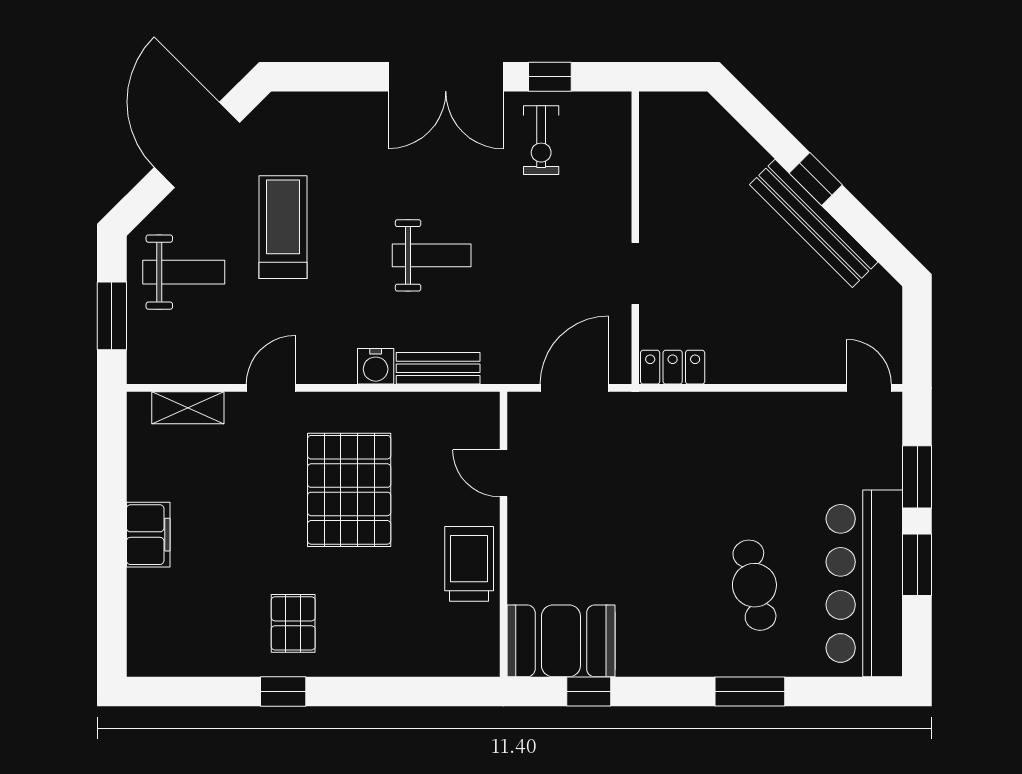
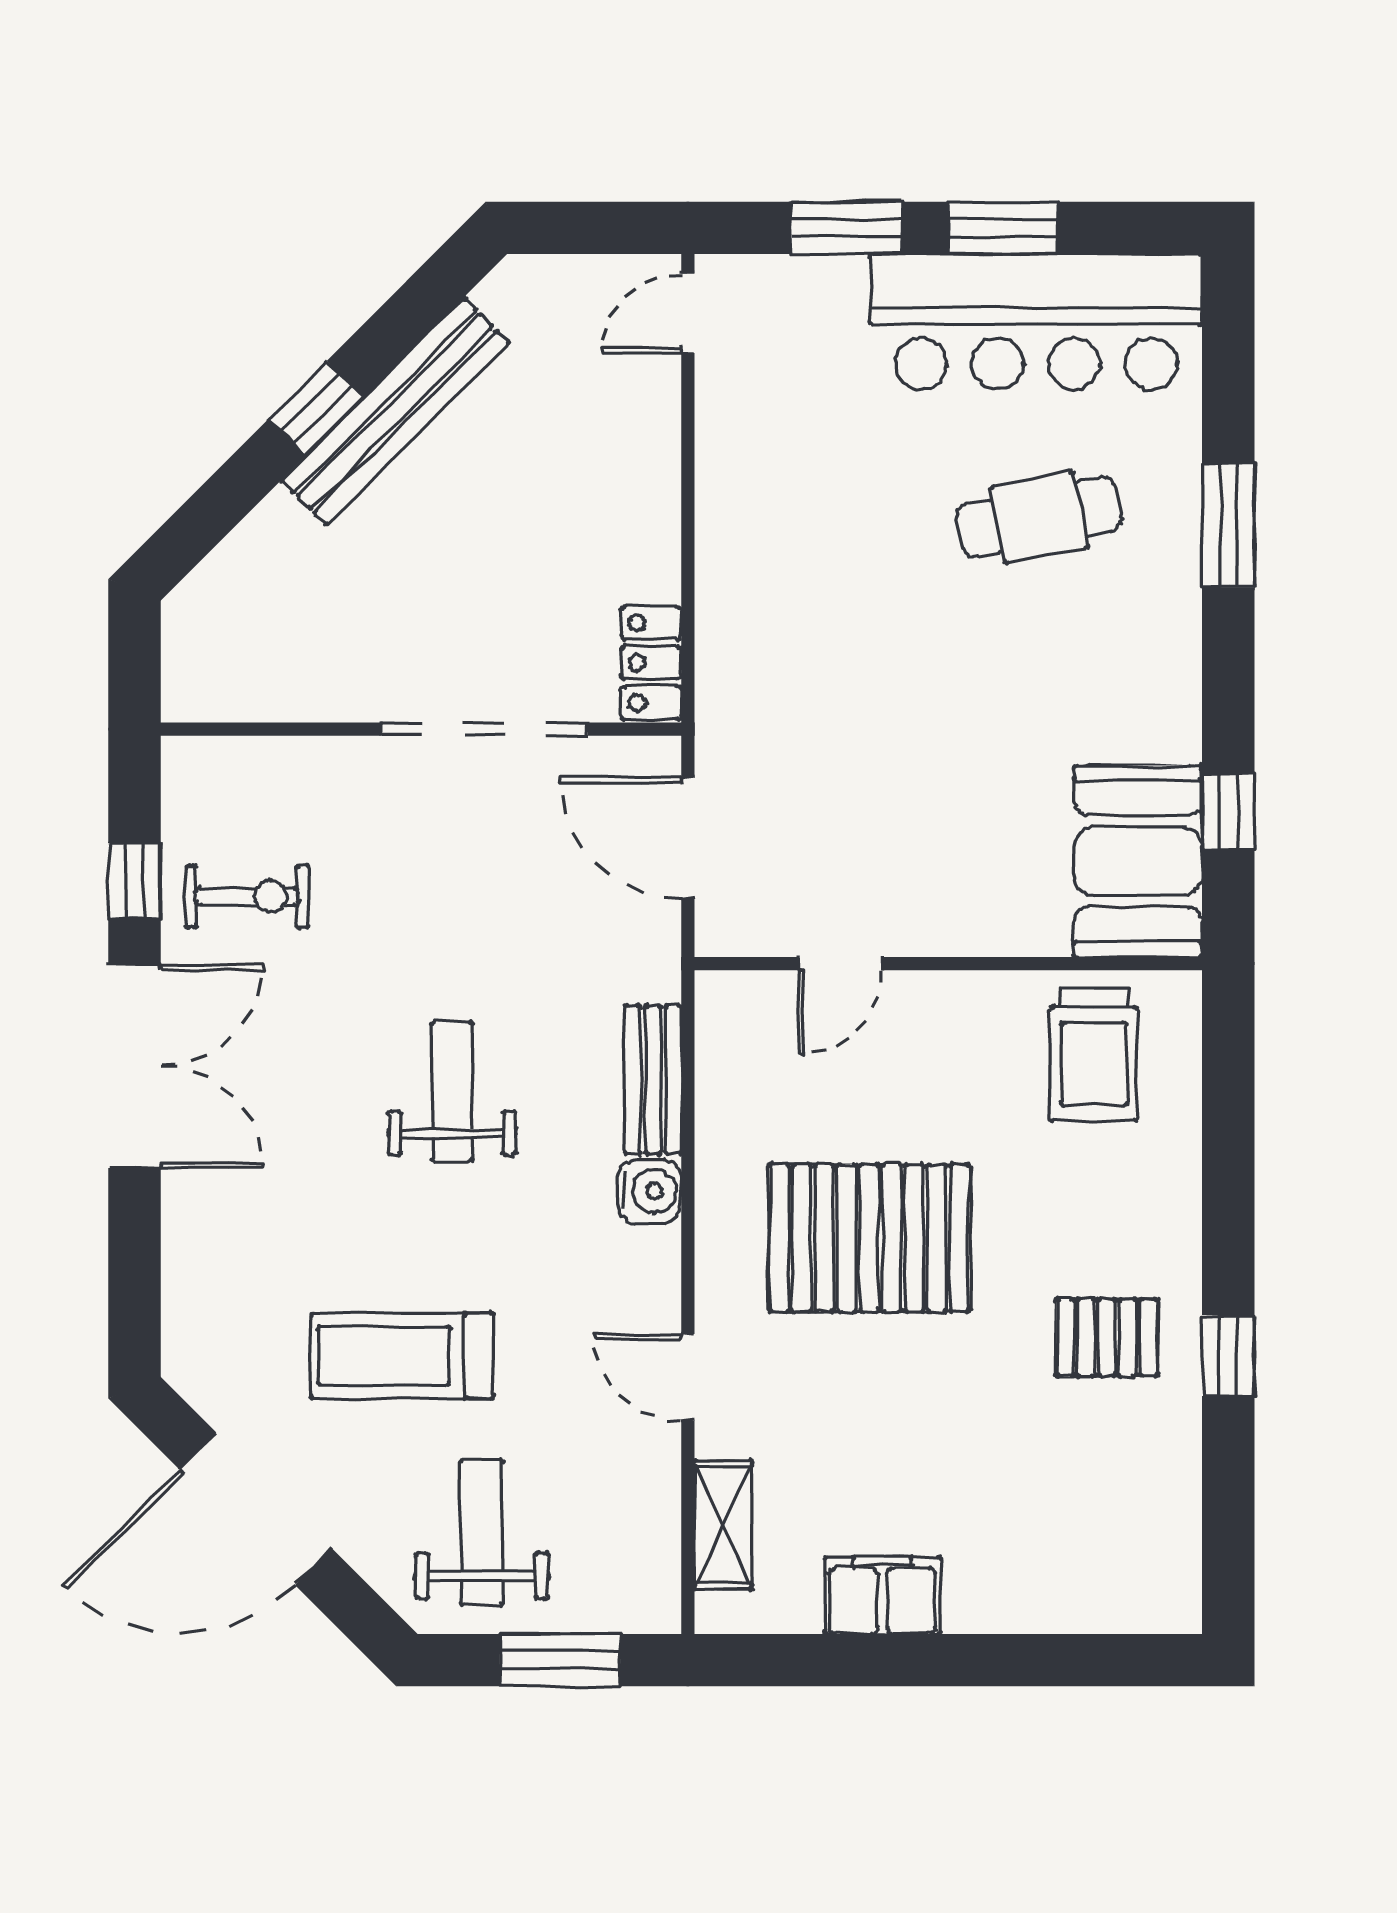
doorway: (635, 274) -> (484, 729), width x1.87
filing cabinet: (148, 535) -> (882, 1595), moved
trolley: (469, 564) -> (1094, 1055), moved, turned -90

